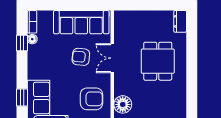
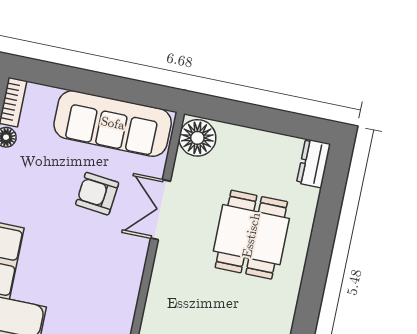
armchair: (91, 99) -> (101, 283), removed
floor lamp: (123, 104) -> (197, 138), moved

